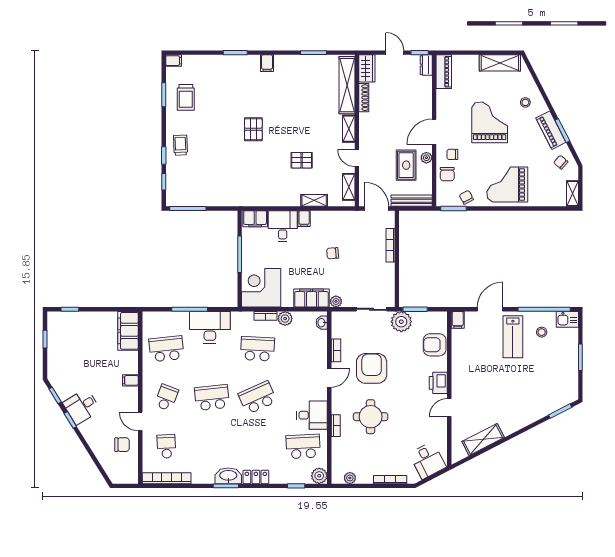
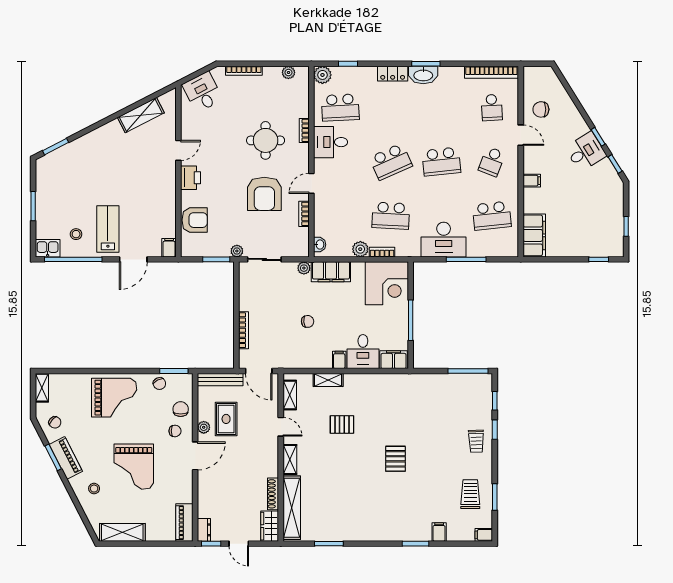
filing cabinet: (267, 63) -> (439, 532), moved
plant: (401, 322) -> (237, 251), width x0.53, depth x0.53

